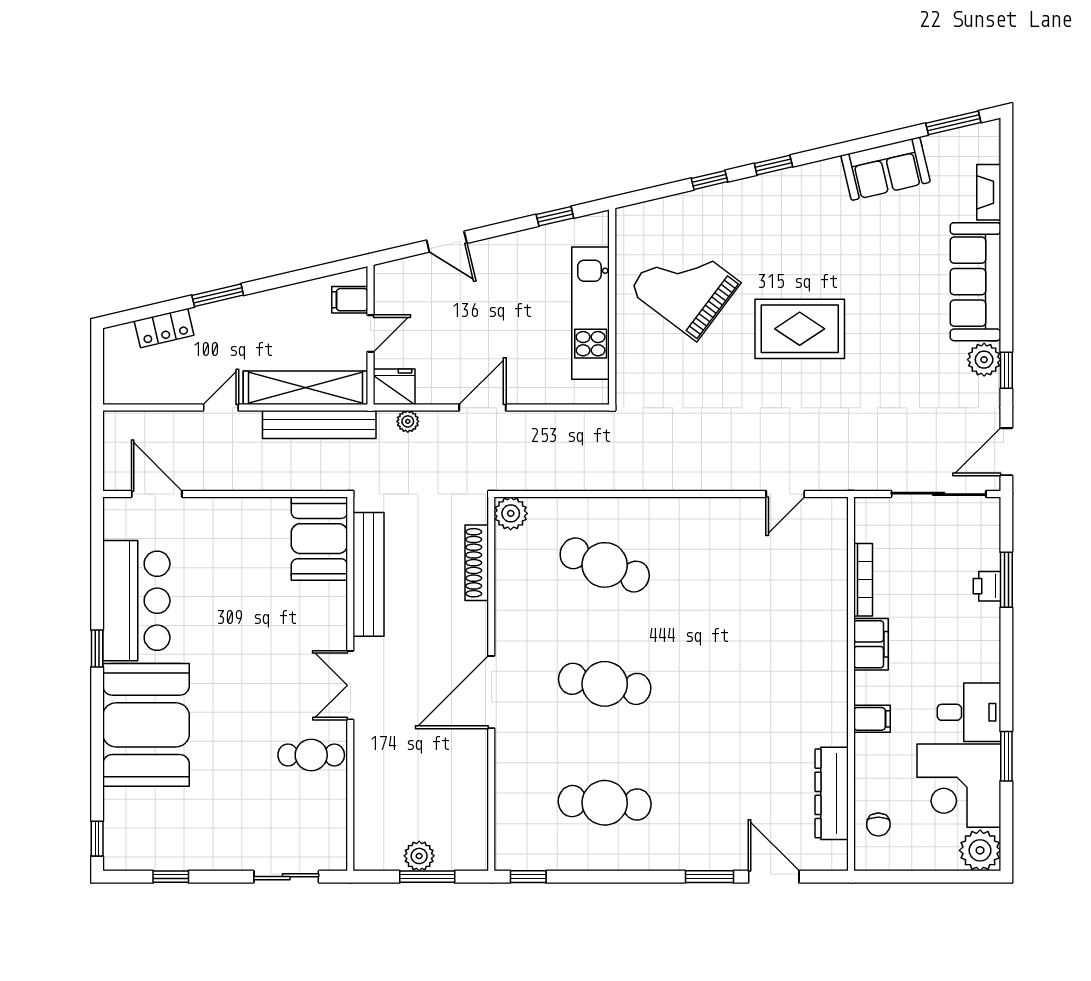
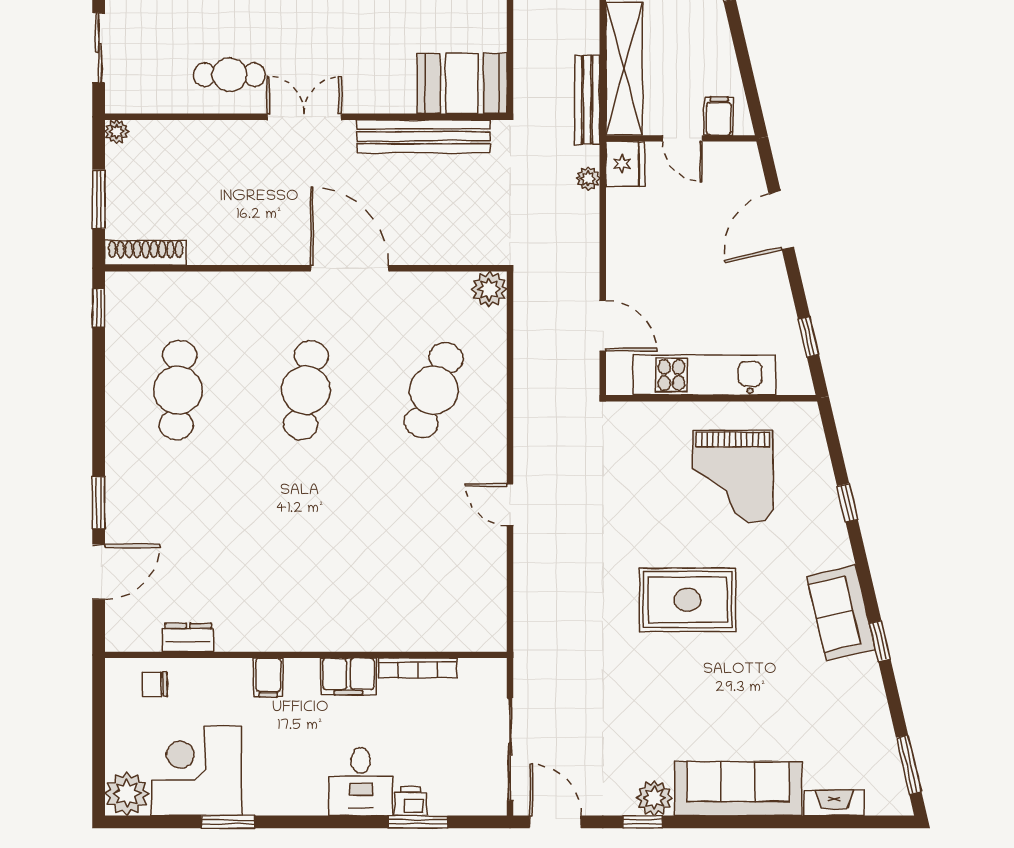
window: (773, 165) -> (880, 641), moved
sofa: (886, 169) -> (841, 613), moved
door: (447, 242) -> (781, 220), width x1.38
grand piano: (685, 287) -> (733, 476), turned 143
rug: (800, 329) -> (688, 600), turned 90
door: (483, 408) -> (603, 326), moved
bench: (319, 425) -> (587, 100), width x0.73, depth x0.82
door: (785, 494) -> (510, 505), moved
shoe rack: (477, 563) -> (146, 253), moved
door: (491, 692) -> (350, 268), moved
desk: (969, 712) -> (361, 782), moved
cafe table: (311, 755) -> (229, 75), turned 90
dresser: (832, 793) -> (188, 638), width x0.51, depth x0.80
plant: (419, 856) -> (117, 132), moved, width x0.73, depth x0.73

